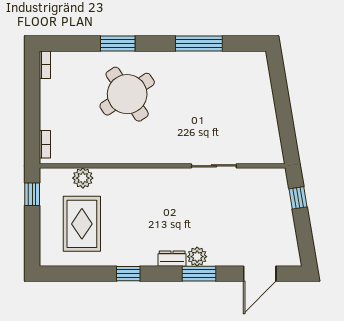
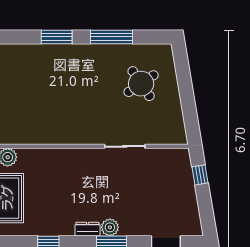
window: (118, 44) -> (57, 37), moved
round table: (127, 94) -> (141, 84), moved, width x0.73, depth x0.73

